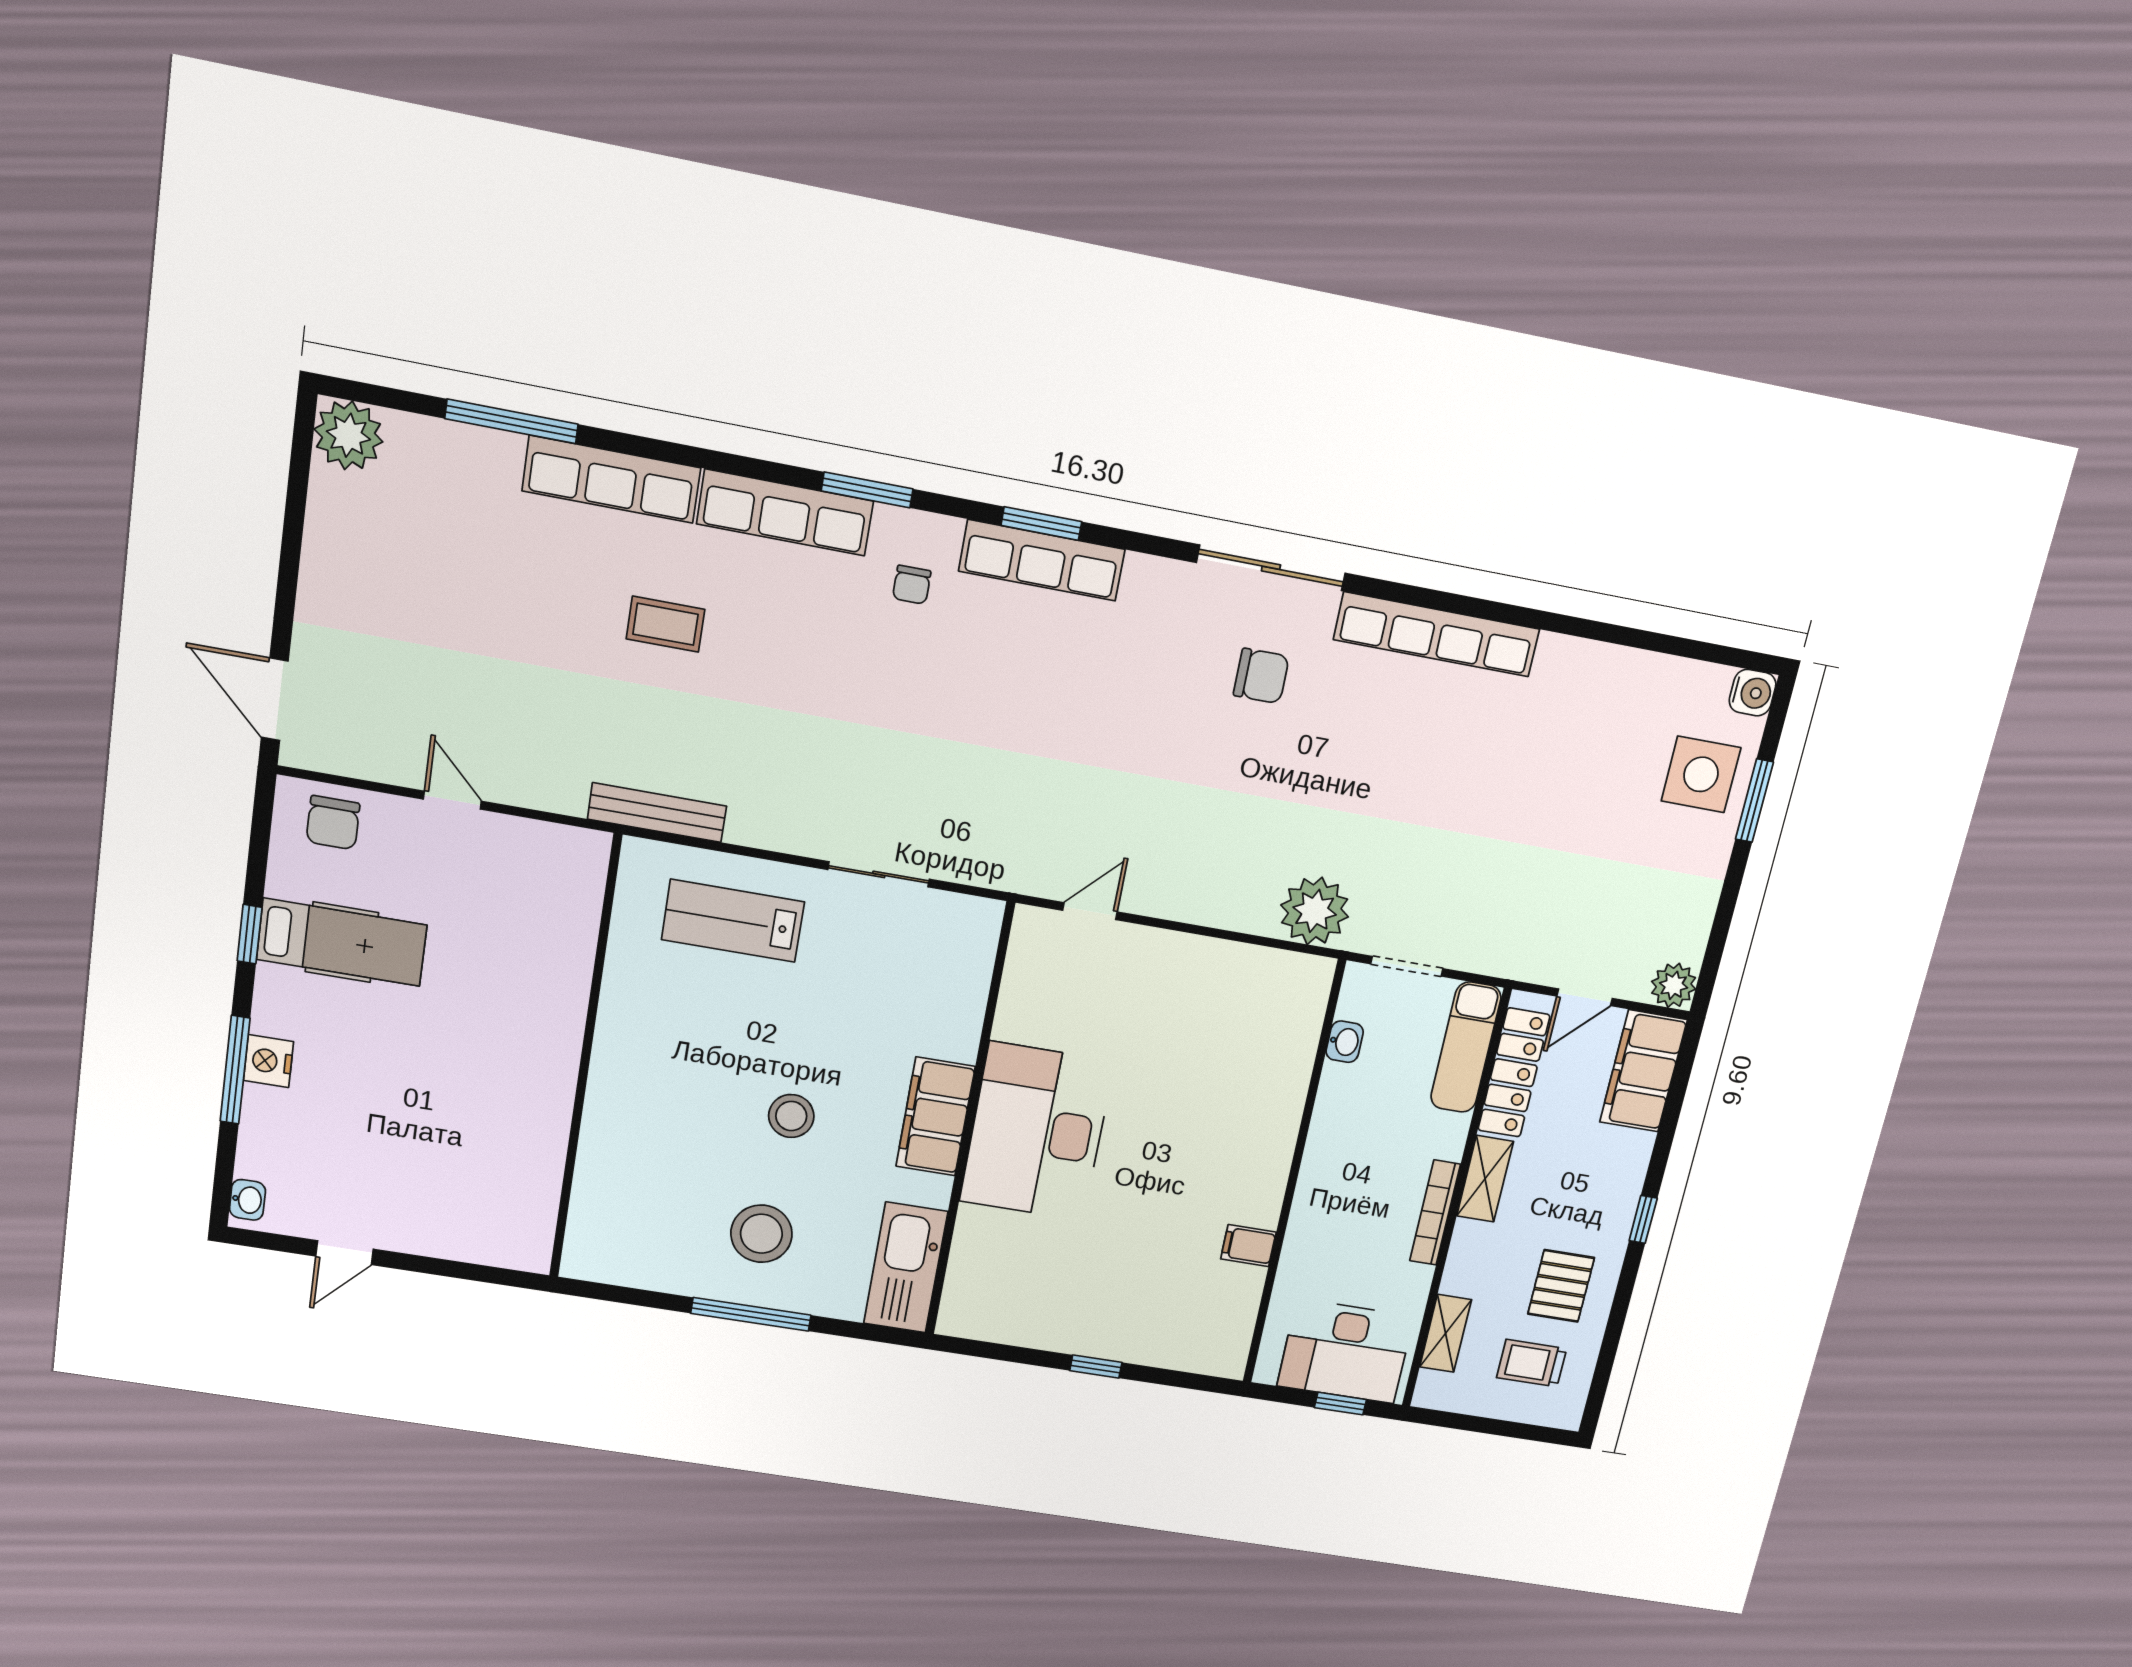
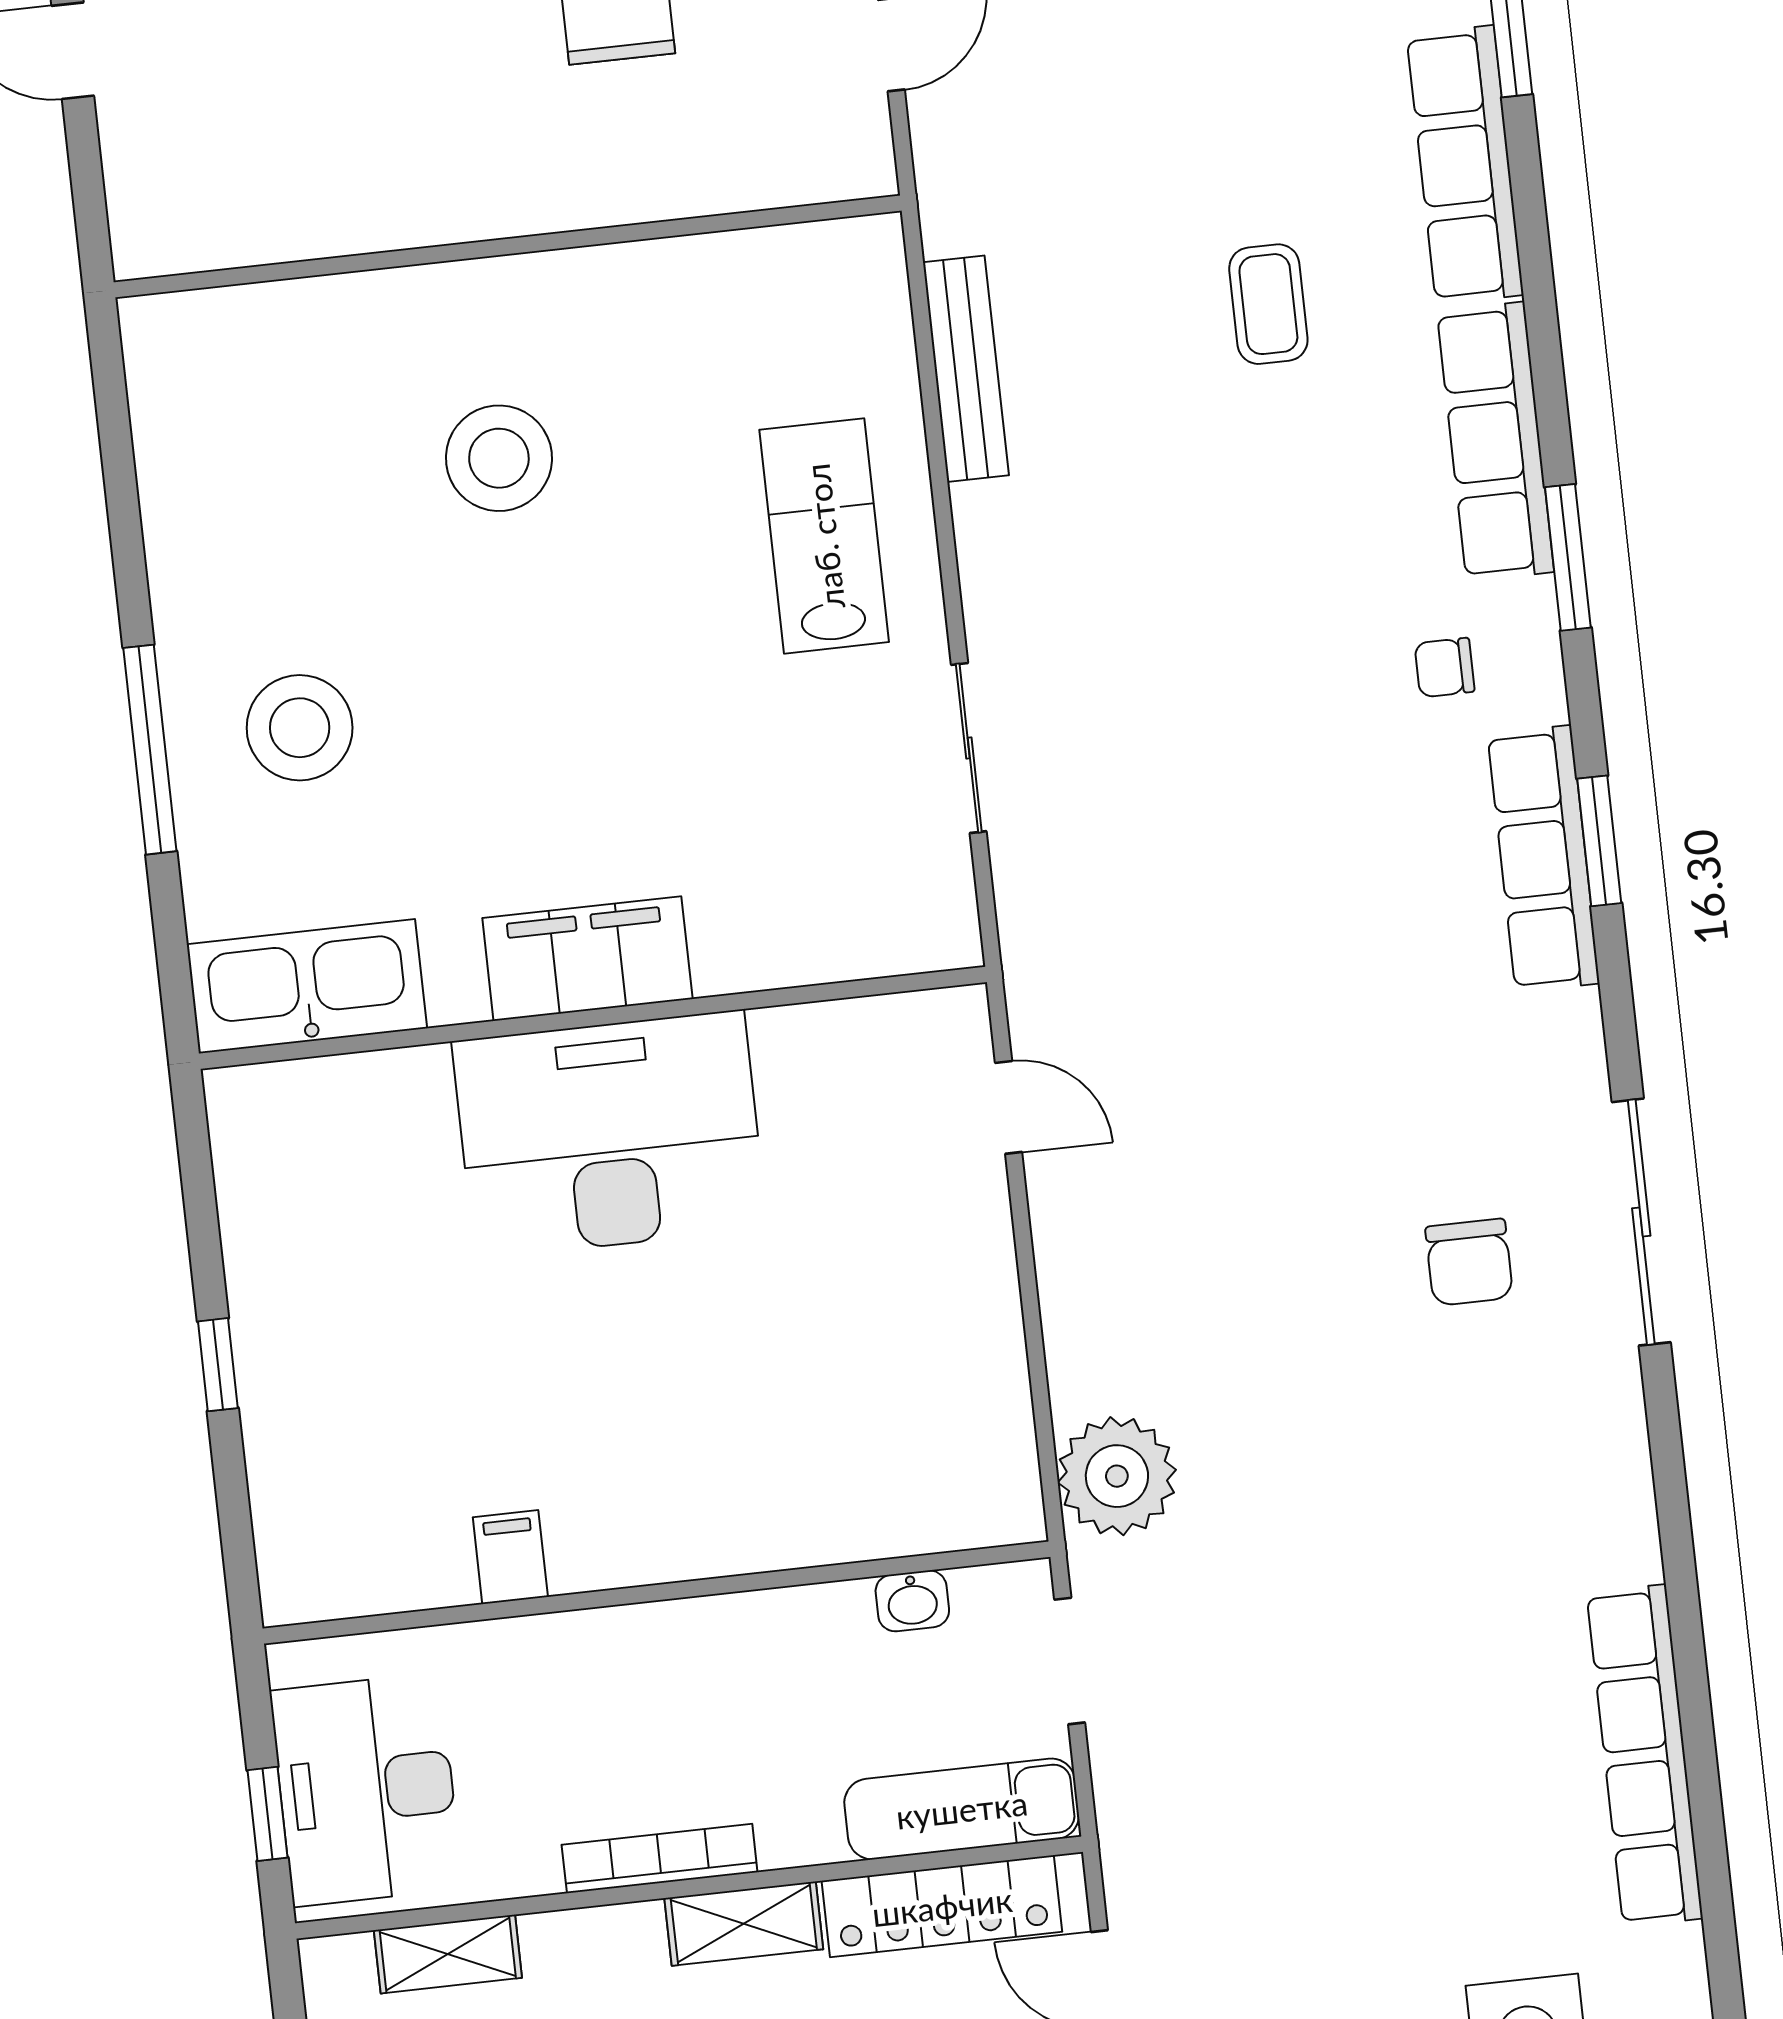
row of seats: (1437, 634) -> (1645, 1756), moved
wall: (585, 1060) -> (508, 246), moved
stool: (791, 1116) -> (499, 458), moved, width x1.38, depth x1.38

